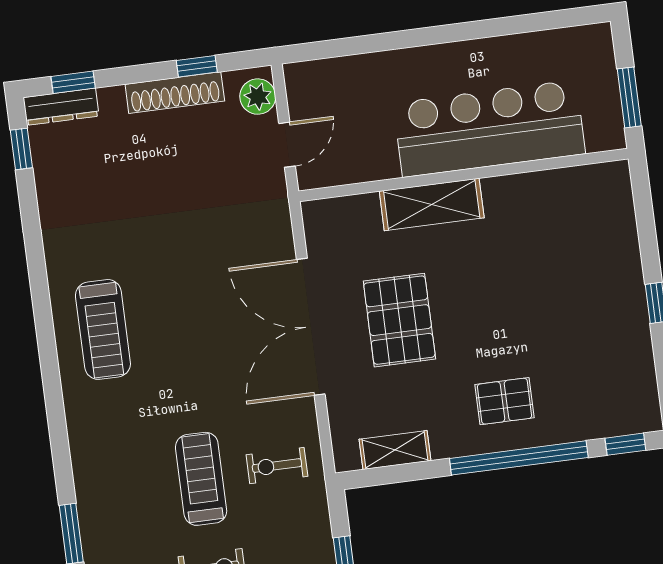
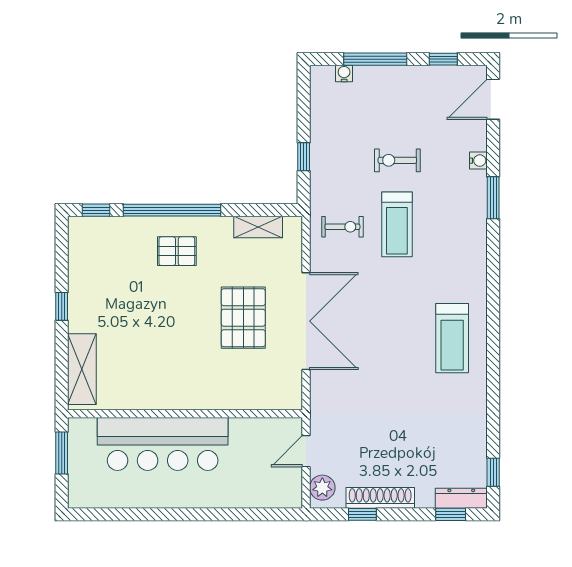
shelving: (432, 204) -> (82, 369), moved, turned 90
treadmill: (103, 329) -> (452, 338), turned 180

